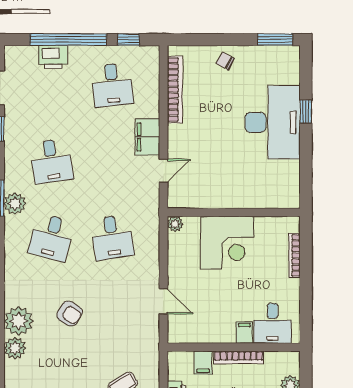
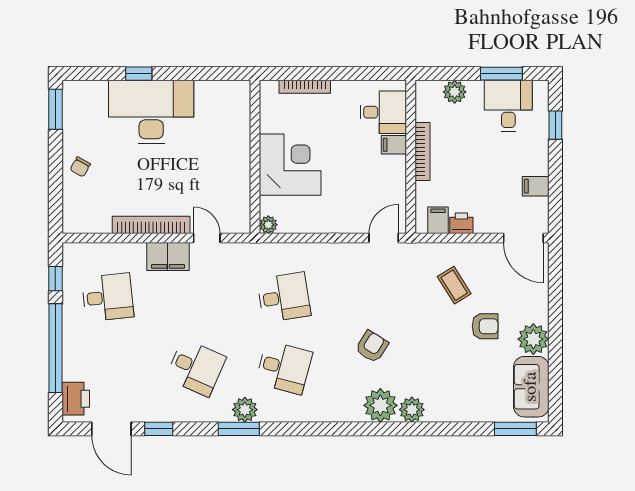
printer: (53, 57) -> (76, 399), moved
bookcase: (175, 90) -> (151, 225), moved
desk: (51, 161) -> (196, 368), turned 33
door: (163, 301) -> (384, 238), moved
filing cabinet: (203, 363) -> (438, 220), moved, turned -90

